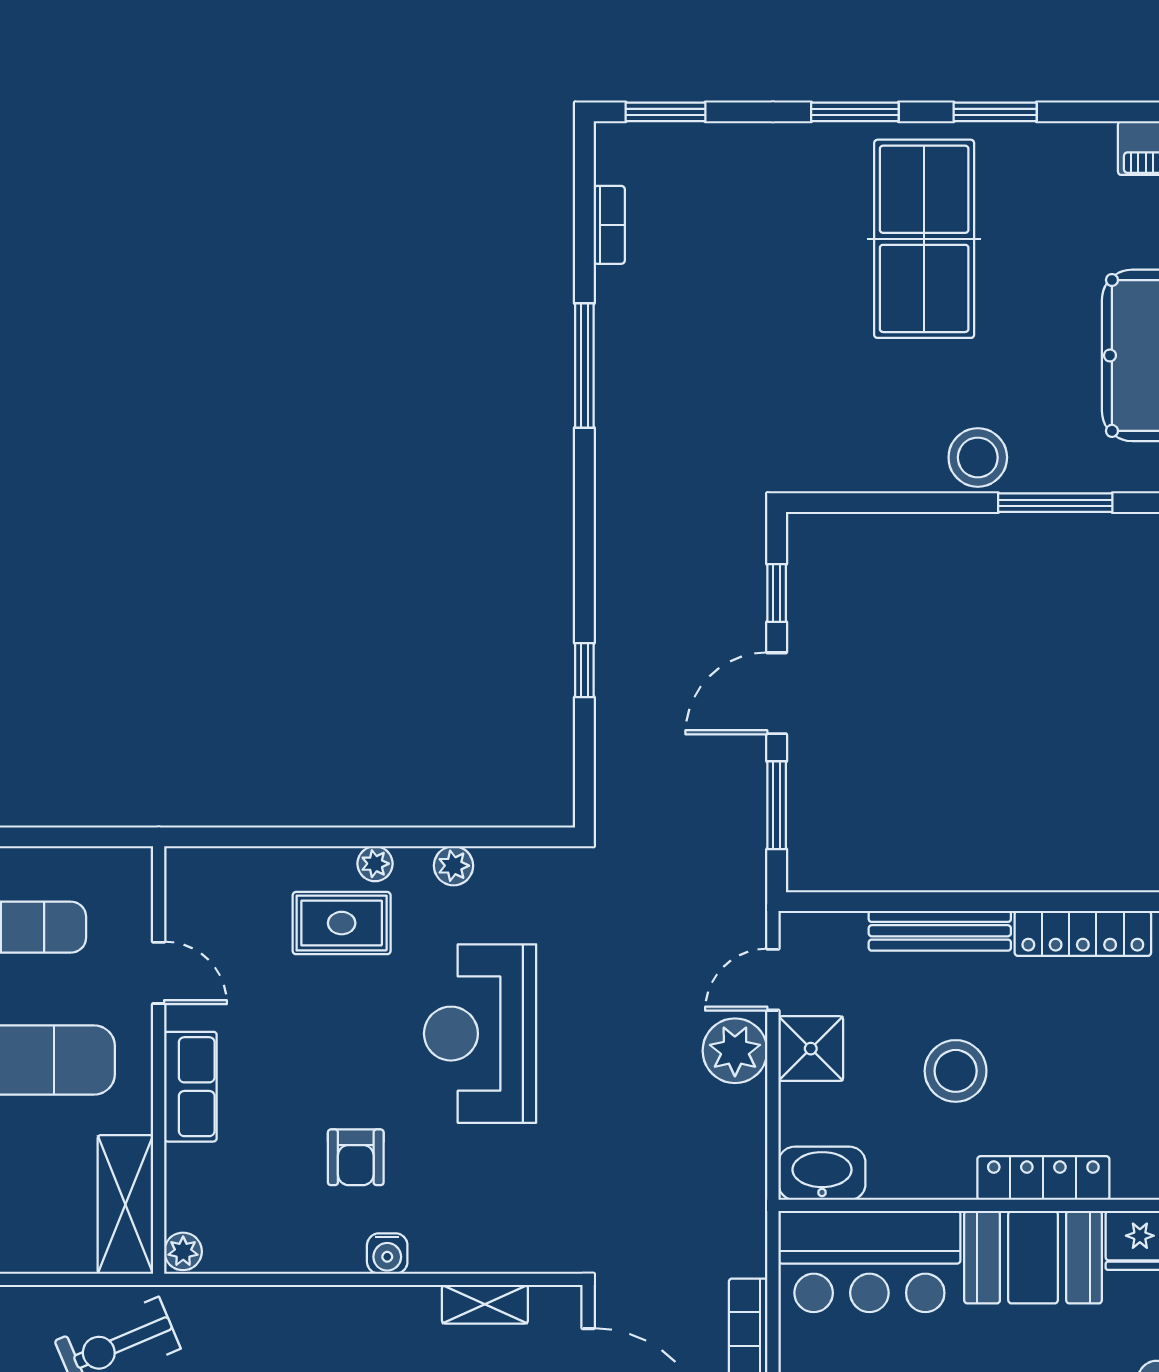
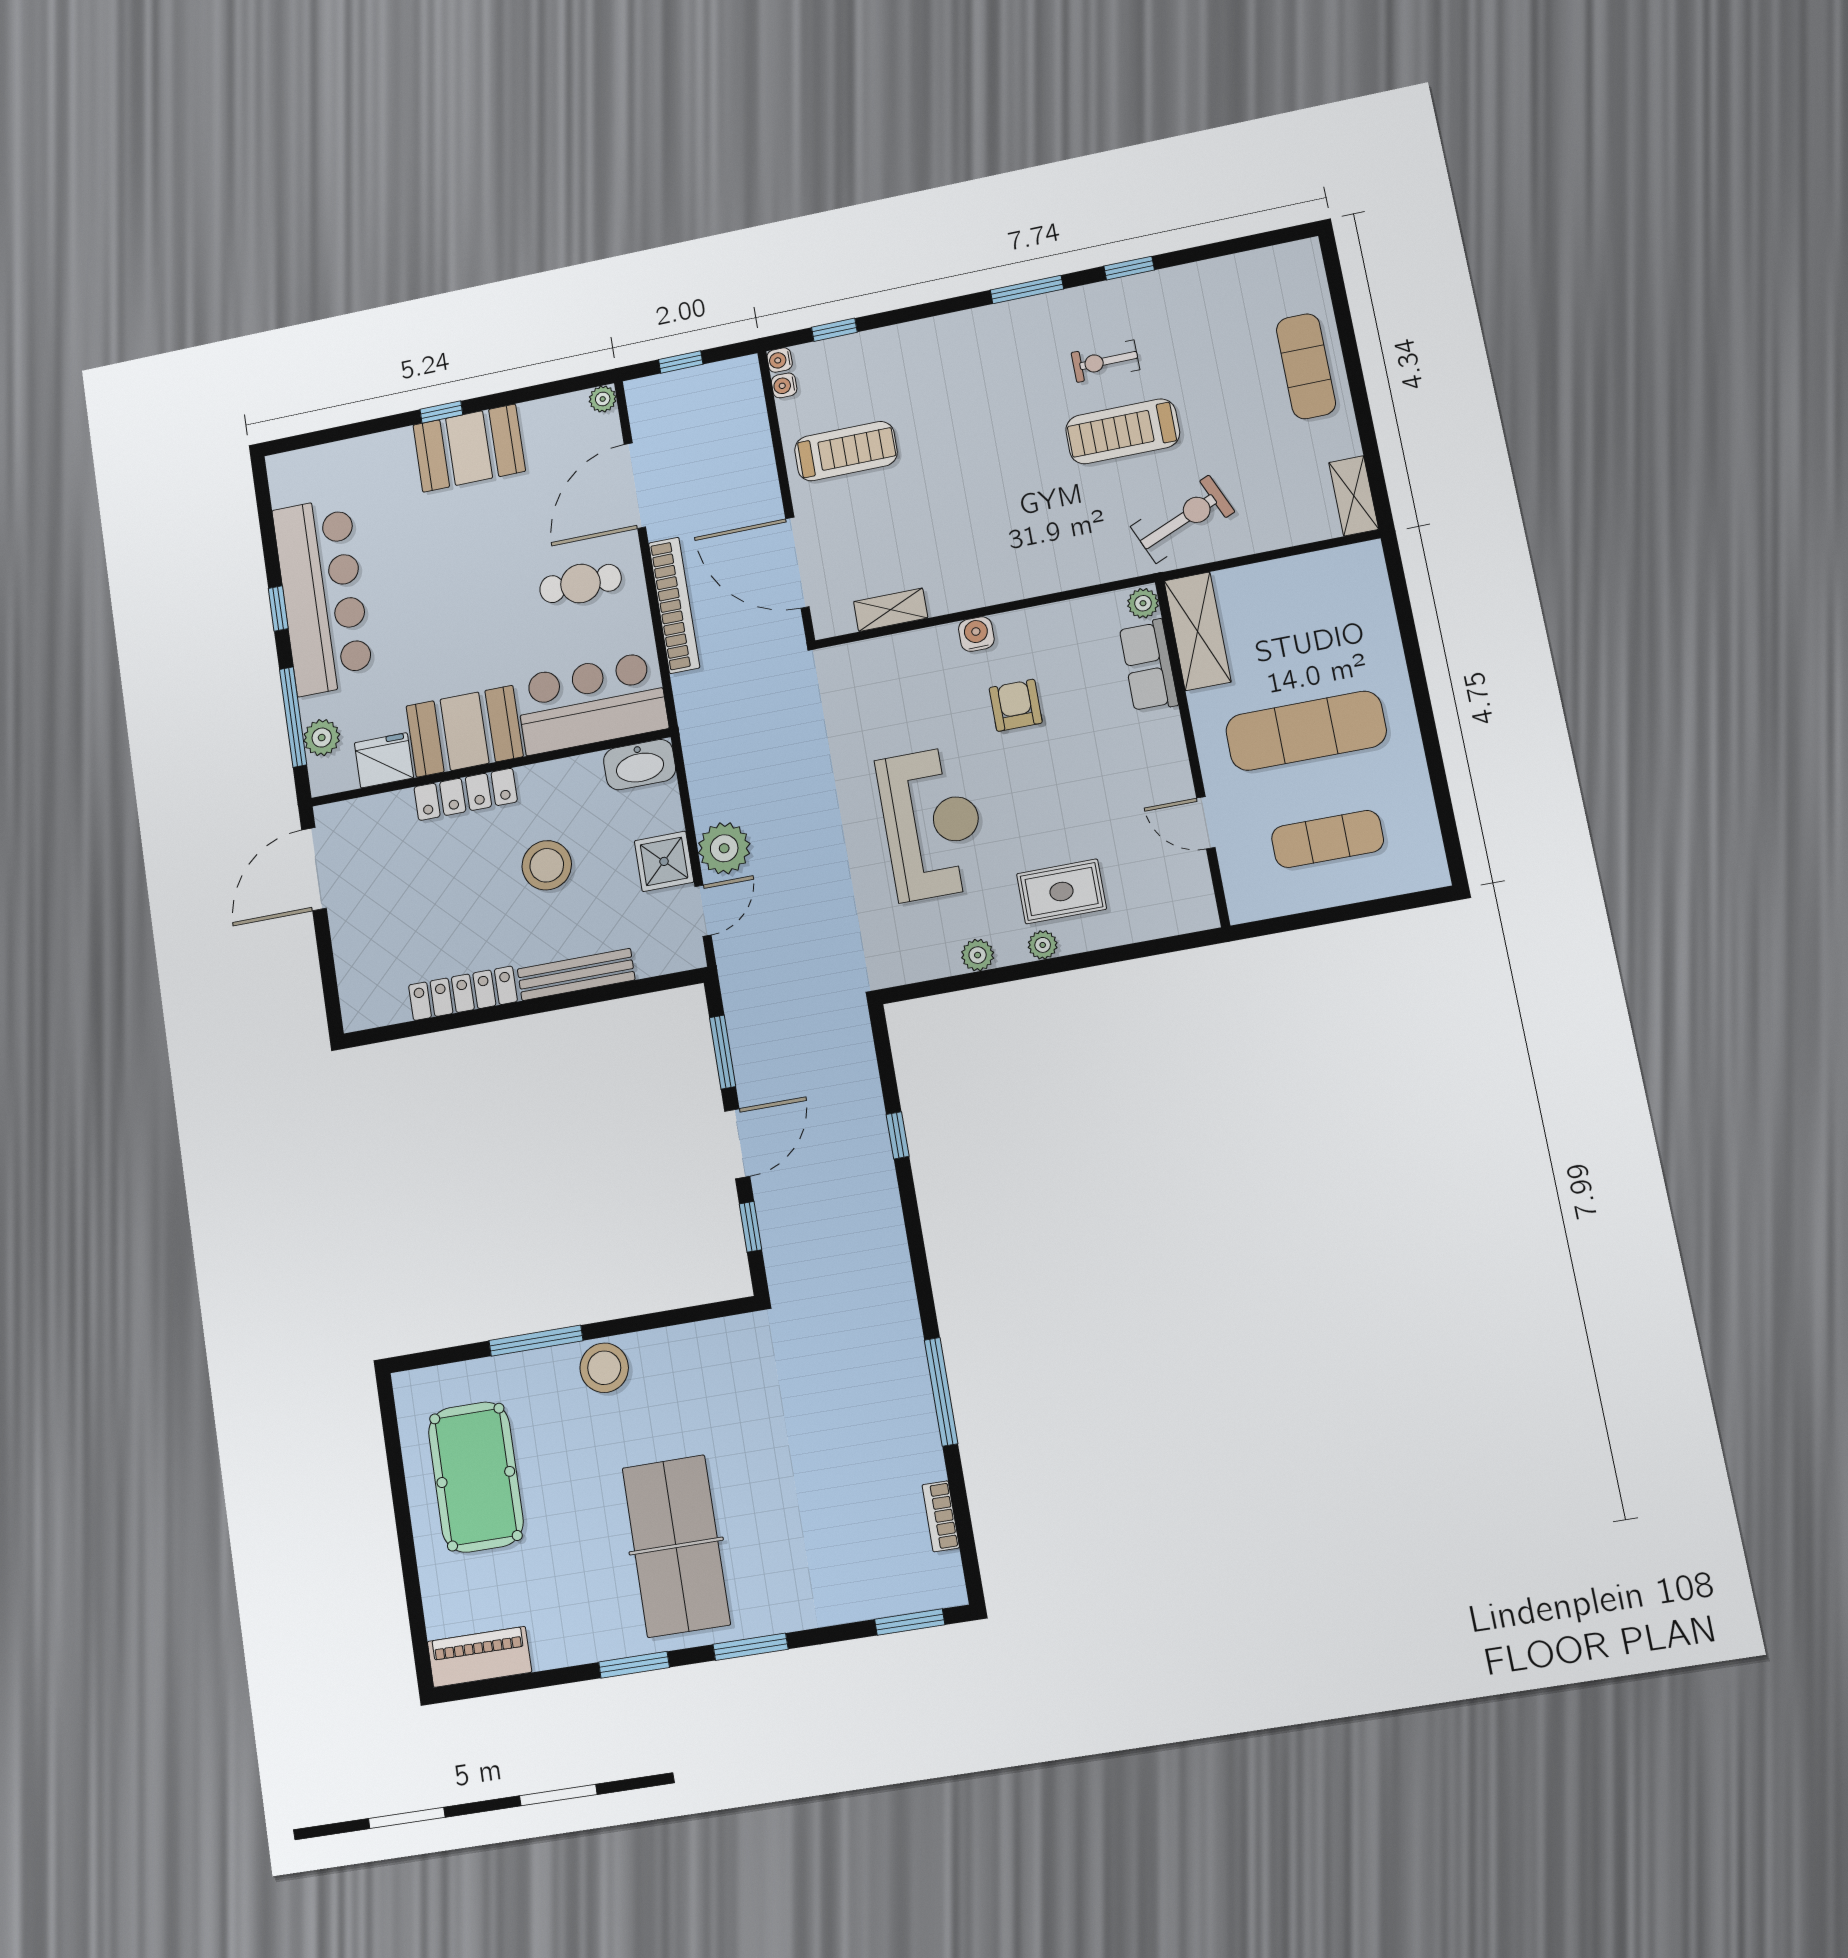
row of seats: (190, 1087) -> (1149, 666), moved

